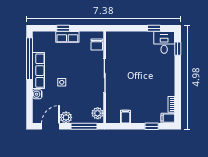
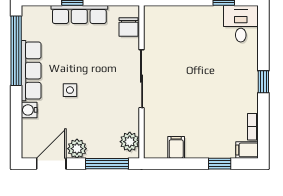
row of seats: (67, 37) -> (79, 14), width x1.48
window: (178, 49) -> (263, 82), moved

